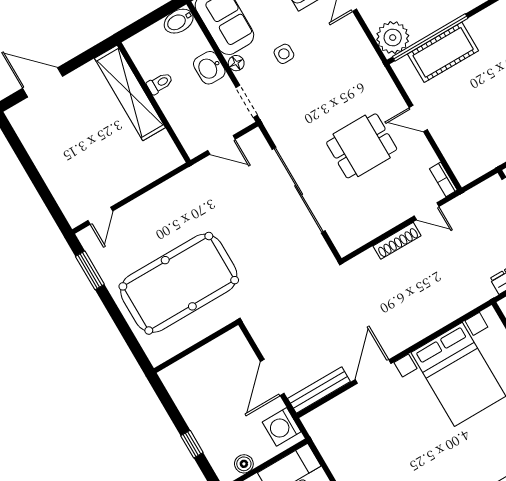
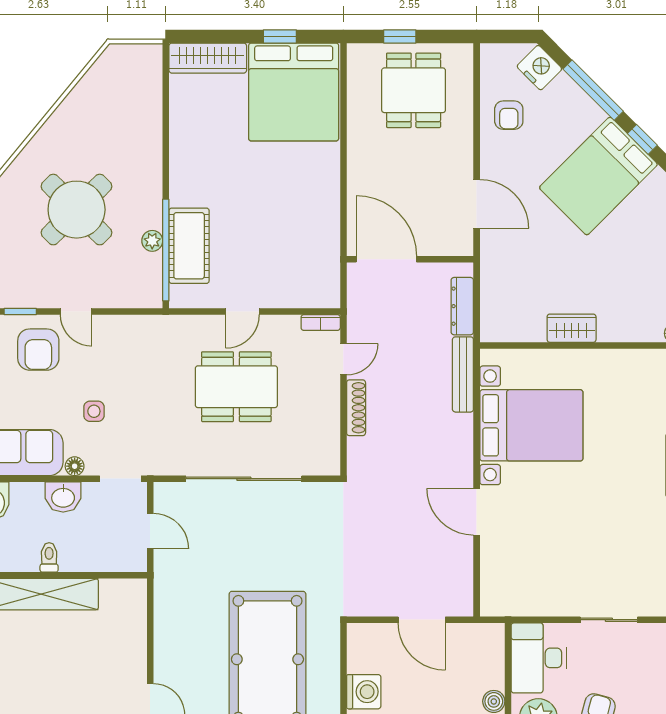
plant: (393, 38) -> (152, 241), moved, width x0.53, depth x0.53
door: (221, 145) -> (150, 531), hinge flipped
dining table: (362, 146) -> (236, 387), width x1.37
bench: (319, 390) -> (463, 374), moved
washing machine: (282, 427) -> (364, 692), moved, turned -90

